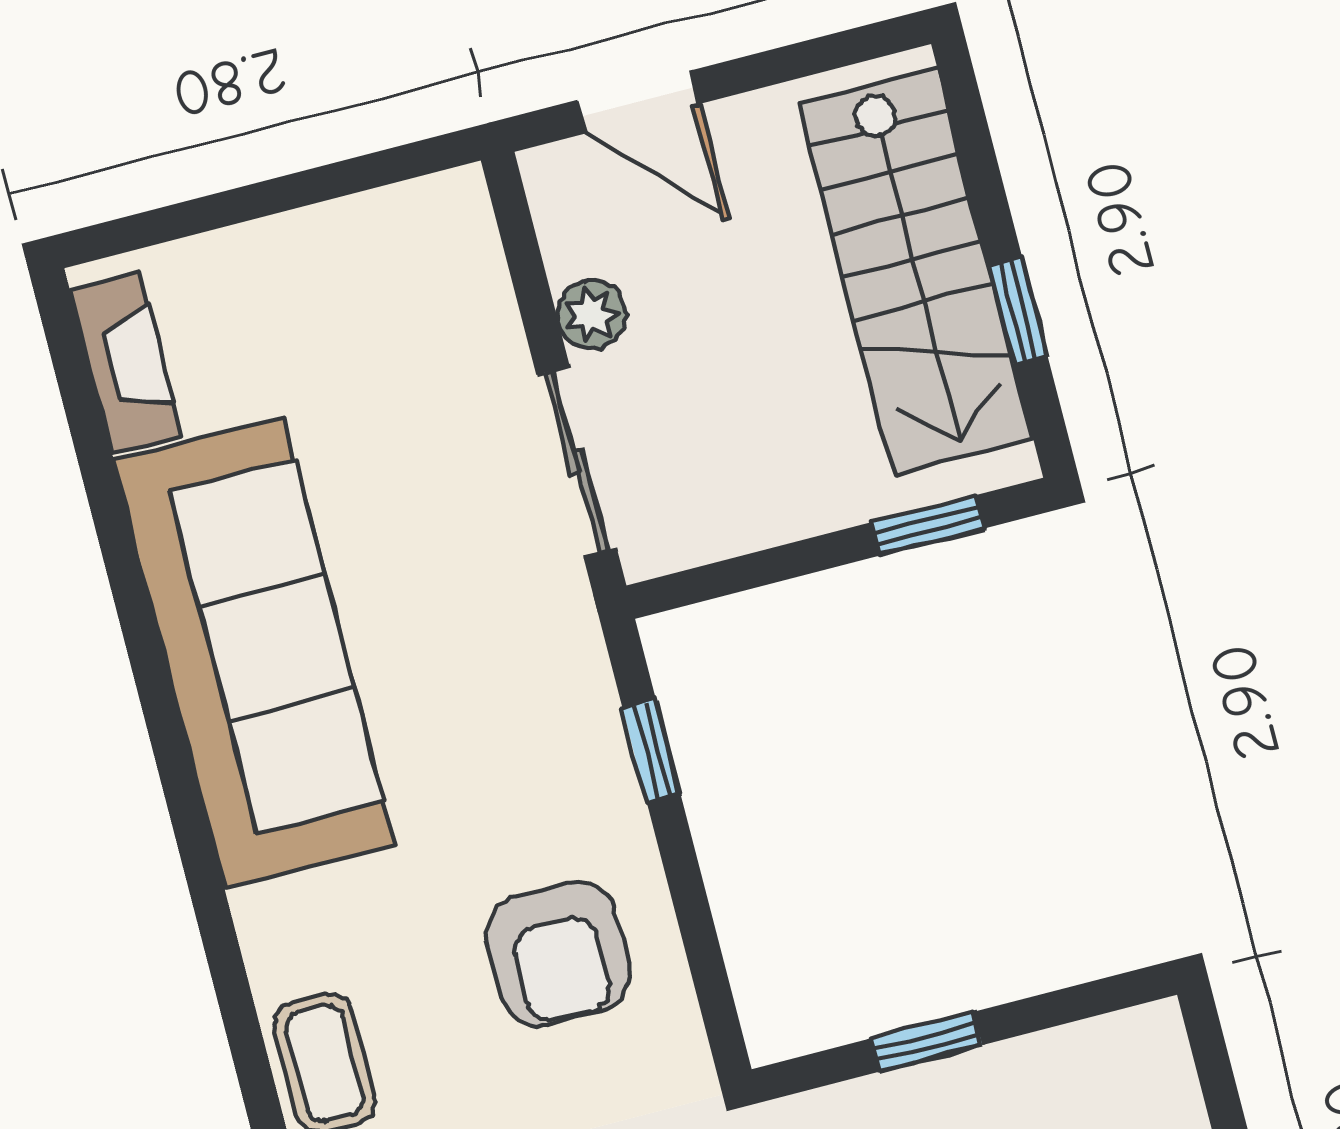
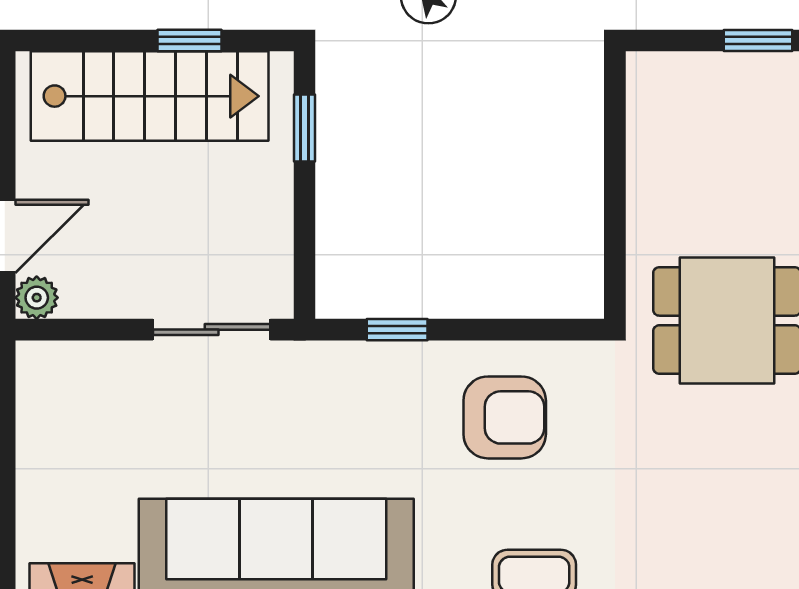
plant: (592, 314) -> (37, 298), moved
window: (926, 1042) -> (615, 209), removed

